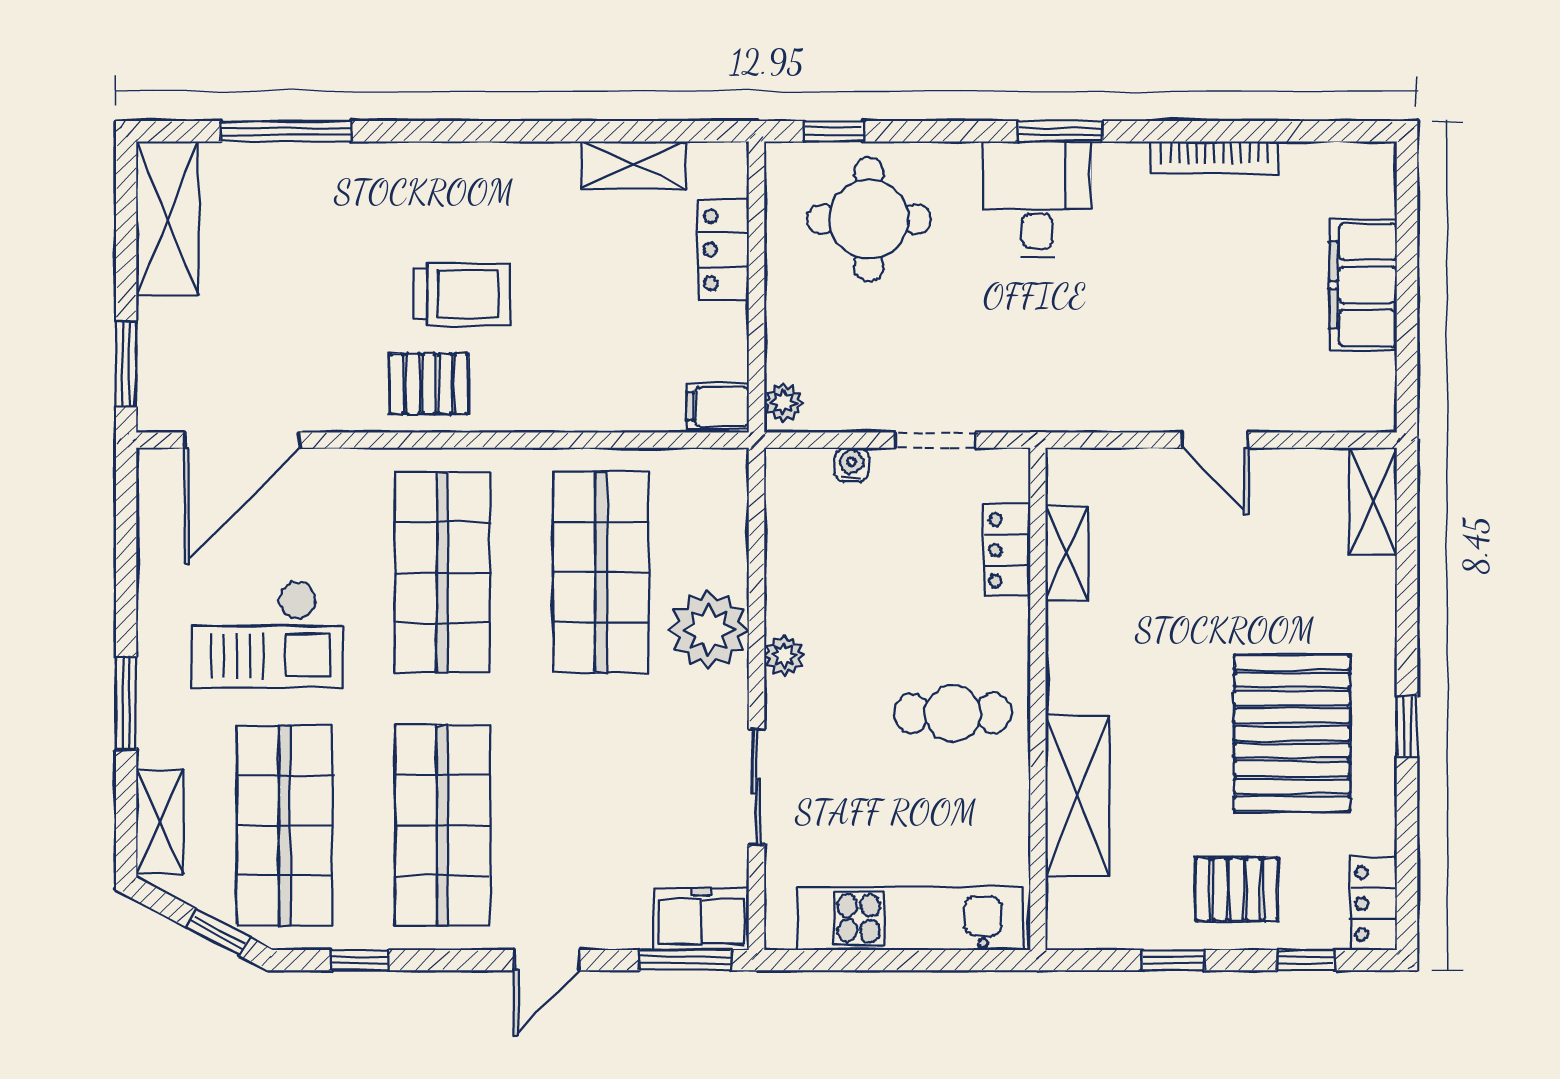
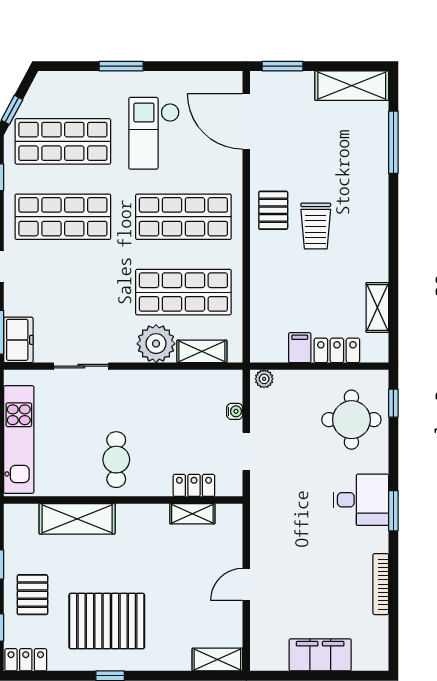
filing cabinet: (718, 407) -> (300, 348), moved
plant: (784, 655) -> (144, 379), removed
shelving: (160, 822) -> (202, 351), moved

